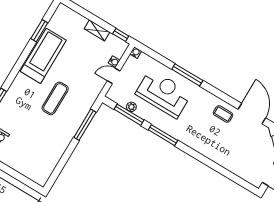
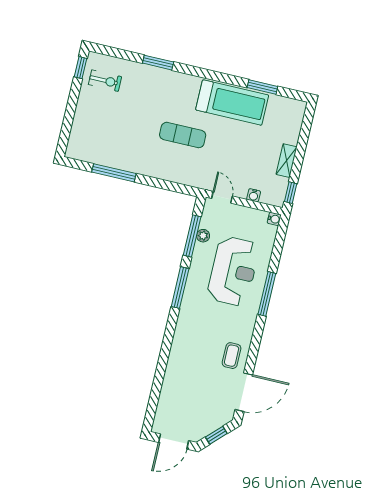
door: (114, 76) -> (222, 197), moved
window: (85, 125) -> (114, 173), moved

